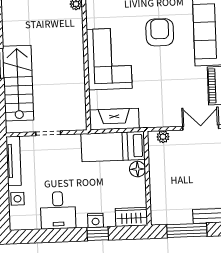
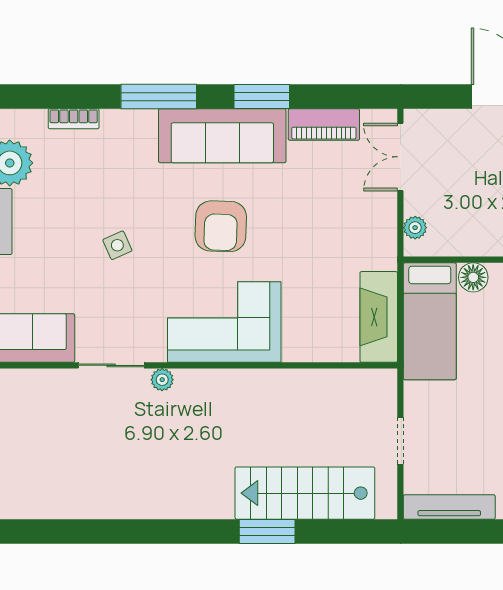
armchair: (160, 32) -> (221, 226), turned -88
corner sofa: (109, 59) -> (224, 322), moved

